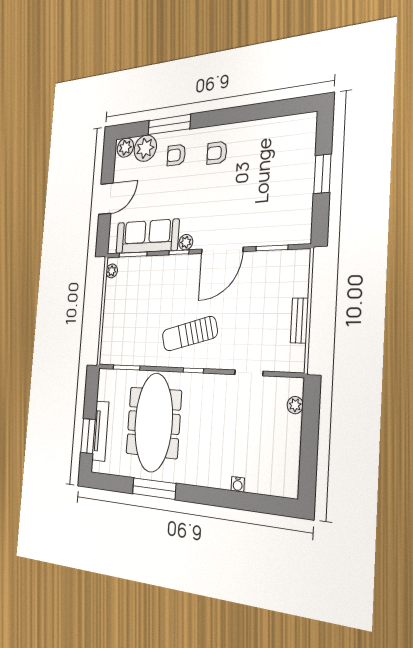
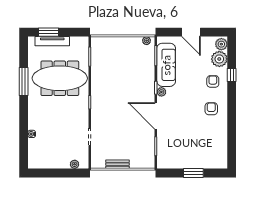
window: (169, 125) -> (232, 75), width x0.46
sun lounger: (190, 334) -> (110, 98), removed

